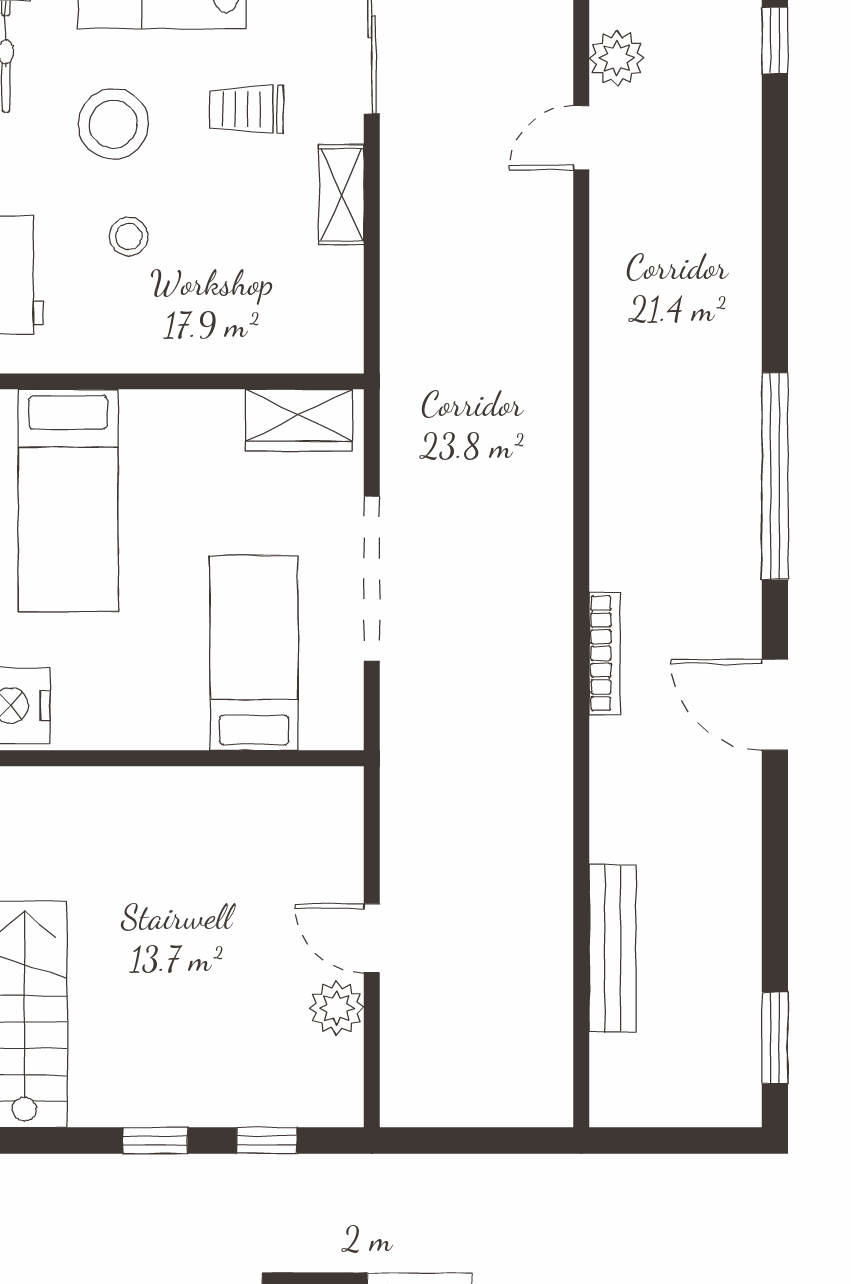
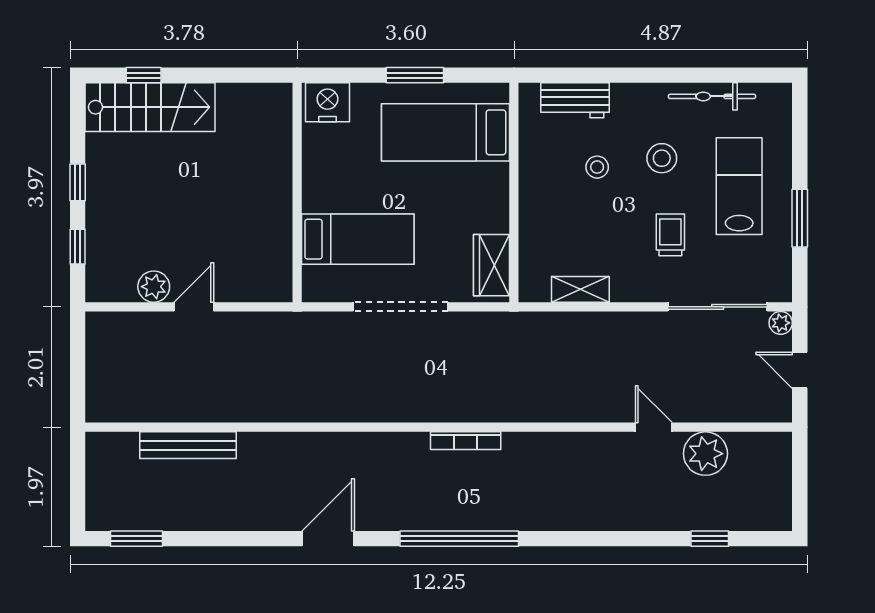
plant: (617, 58) -> (705, 454), width x1.36, depth x1.36
stool: (113, 124) -> (662, 158), width x0.73, depth x0.73
shelving: (341, 195) -> (580, 289), moved
bookcase: (605, 653) -> (466, 441), moved

